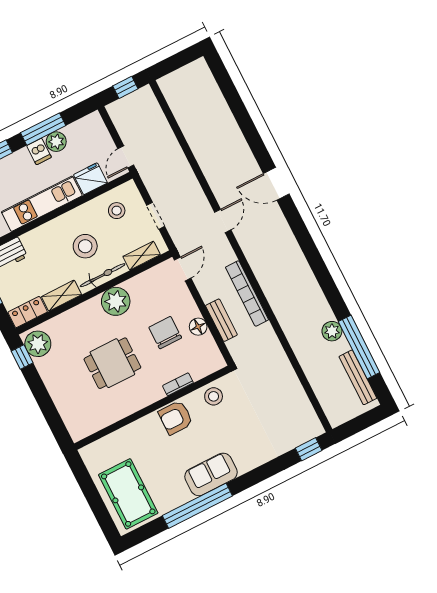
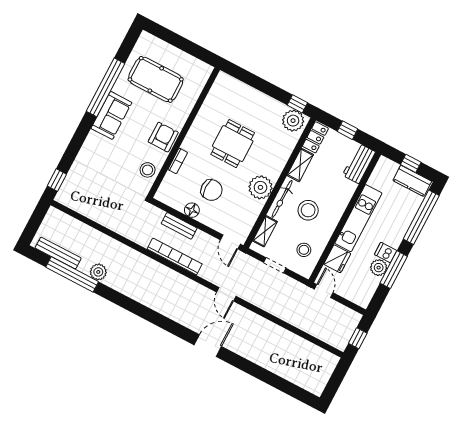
pool table: (128, 494) -> (156, 79), moved

